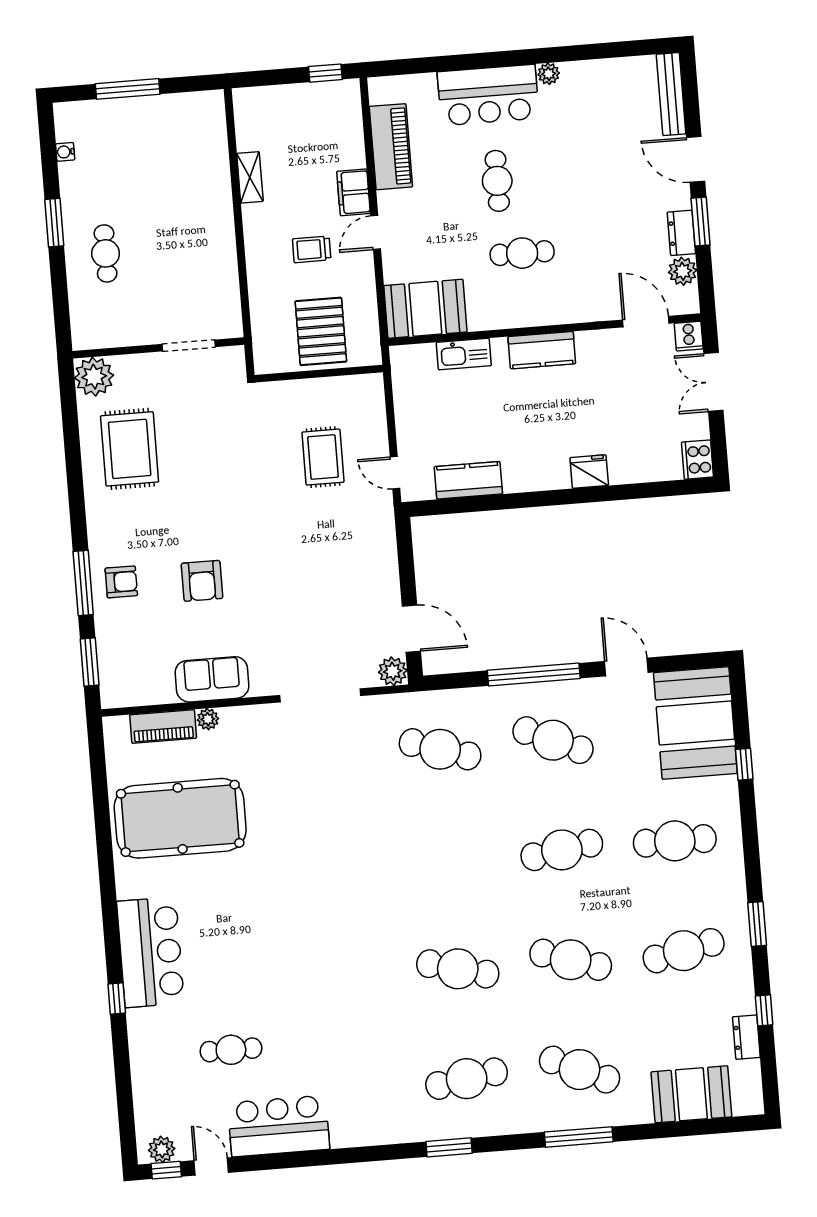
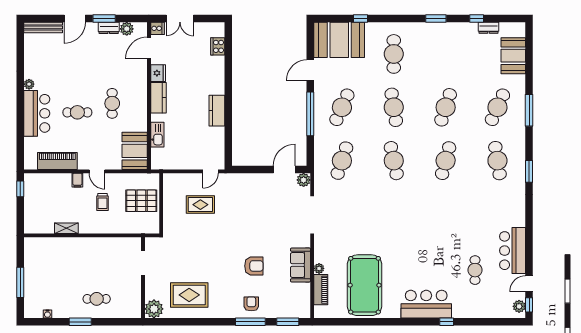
filing cabinet: (354, 192) -> (77, 180), width x0.50
cooker: (697, 460) -> (218, 46), moved, turned 90
fridge: (589, 472) -> (158, 73), moved, turned 180
kitchen counter: (468, 480) -> (217, 111), moved
cafe table: (684, 951) -> (394, 161), moved

